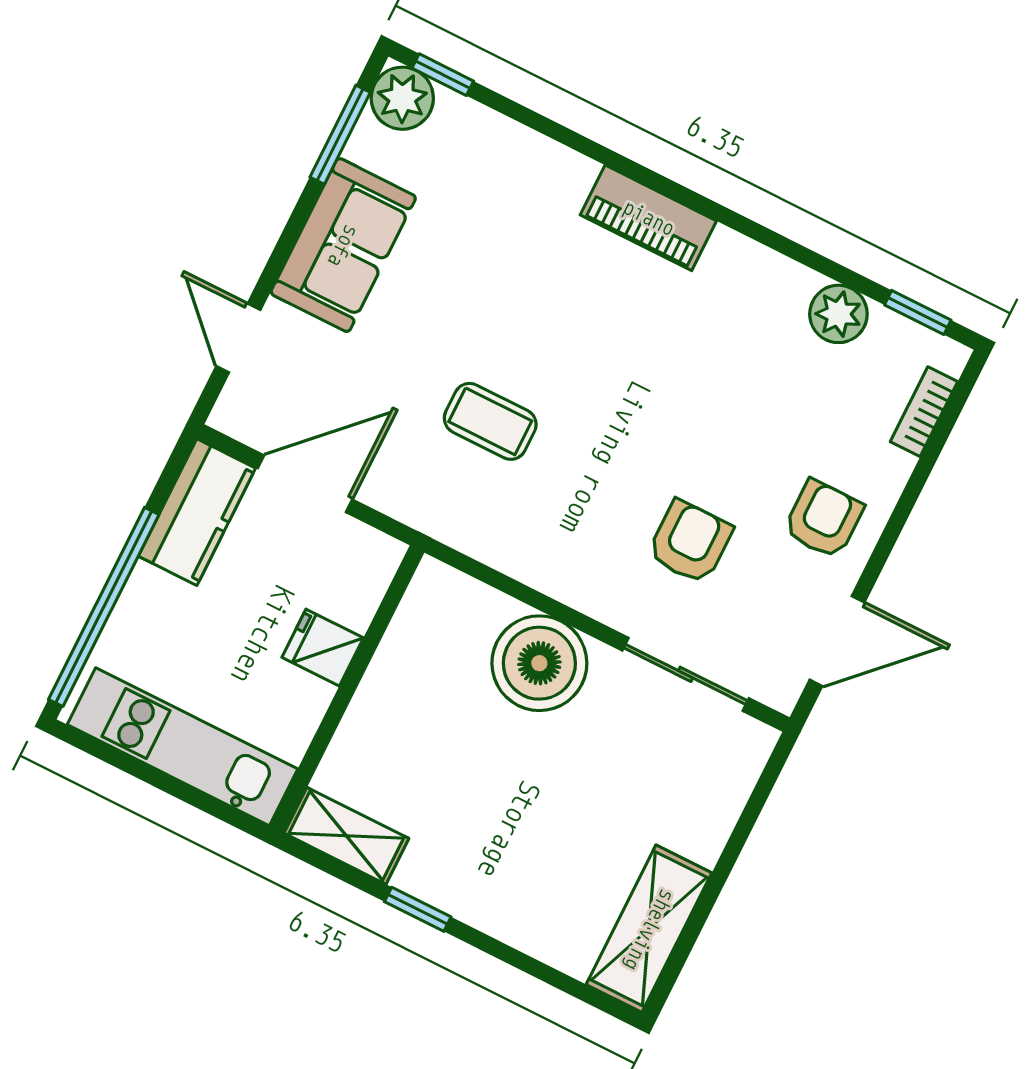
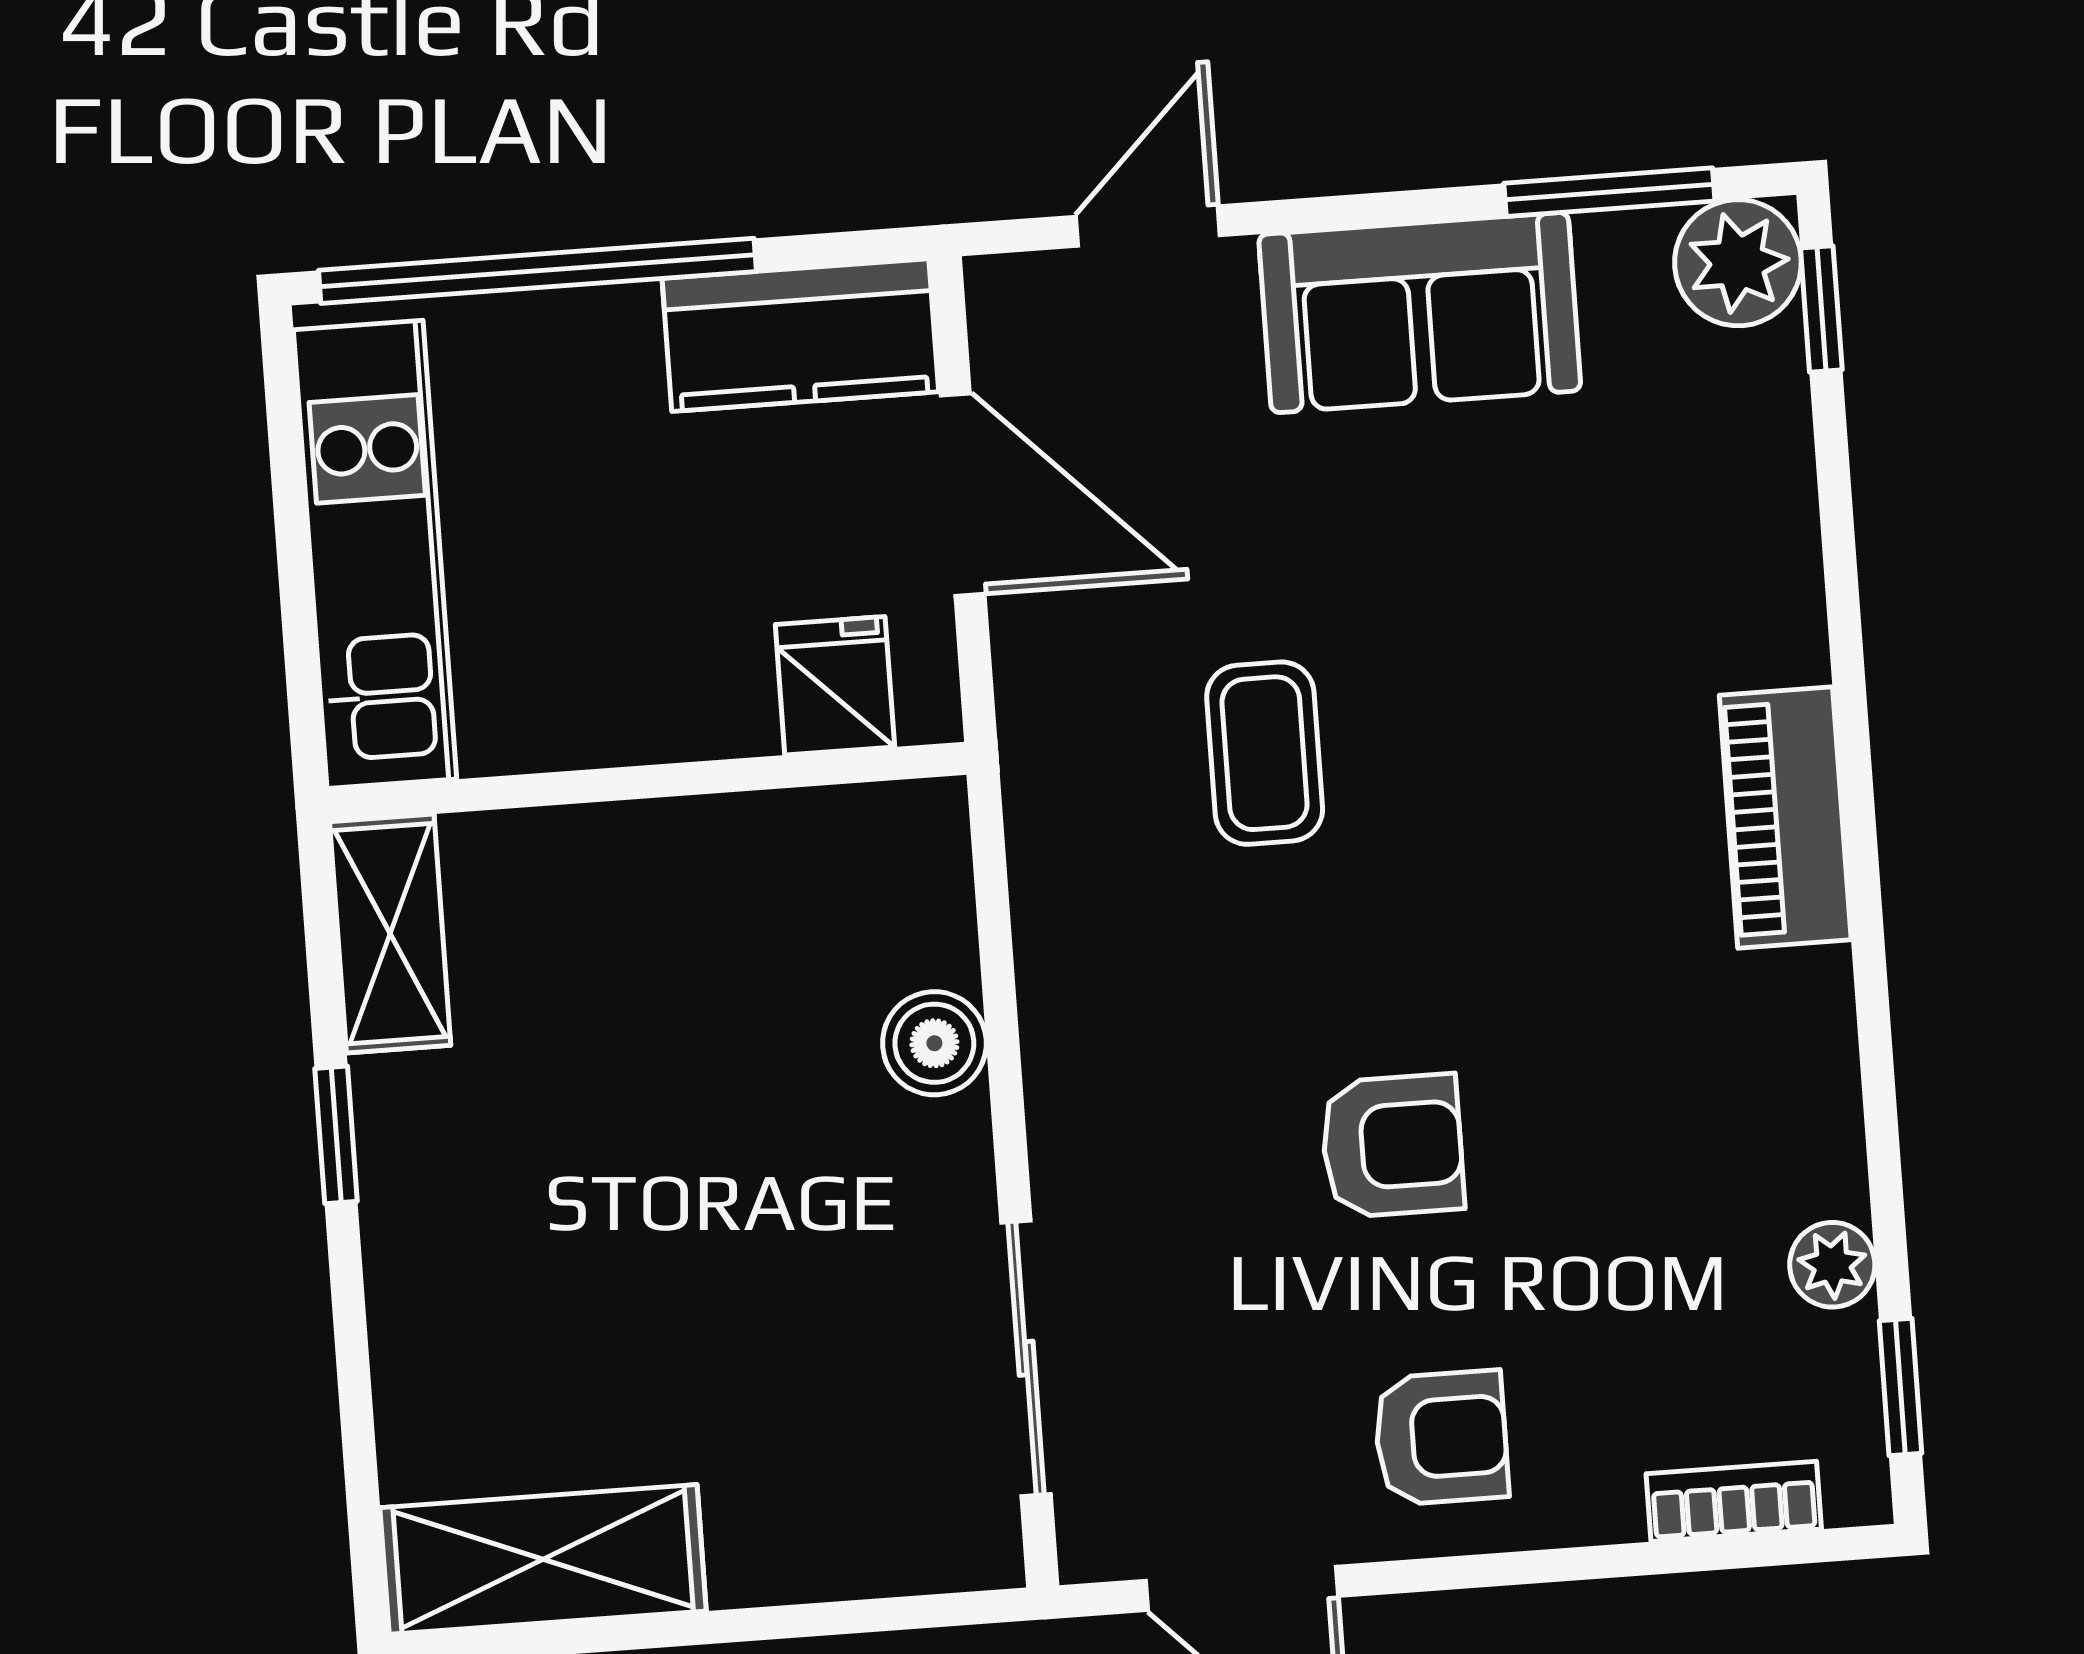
plant: (838, 314) -> (1832, 1265), width x0.73, depth x0.73
armchair: (690, 542) -> (1392, 1146), moved
fridge: (323, 648) -> (835, 686), moved
boiler: (539, 663) -> (934, 1043), width x0.54, depth x0.54

